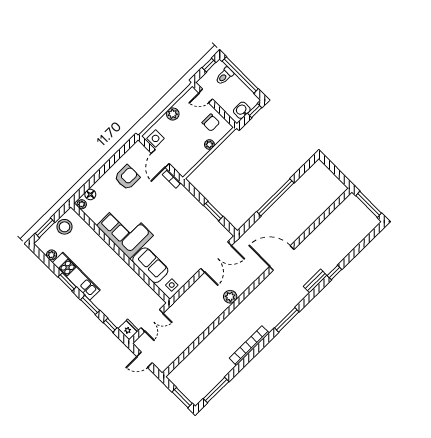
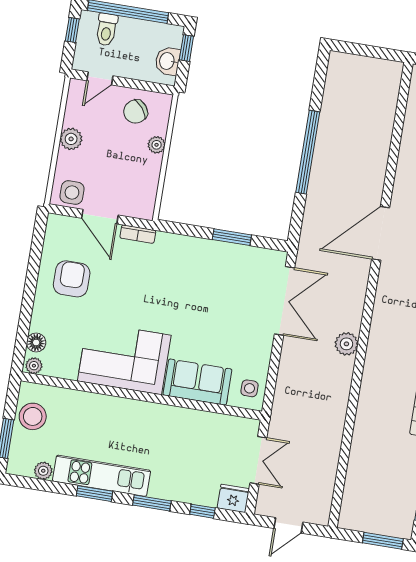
chair: (211, 123) -> (136, 112), turned 141

